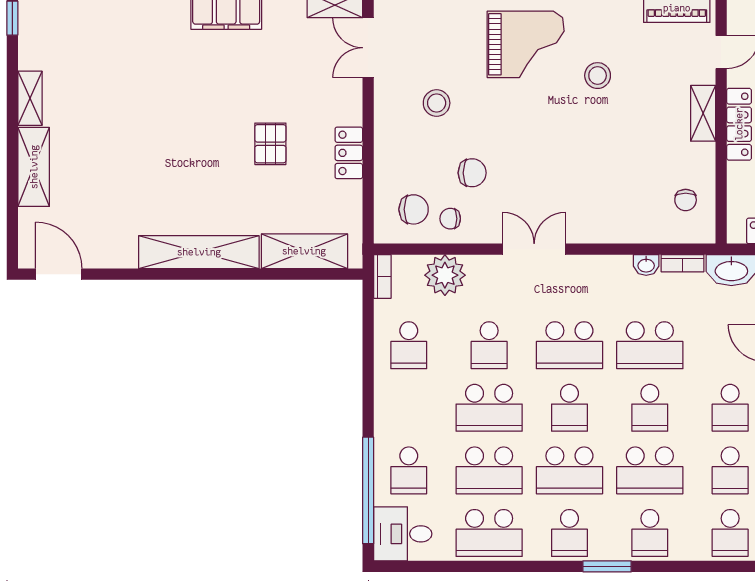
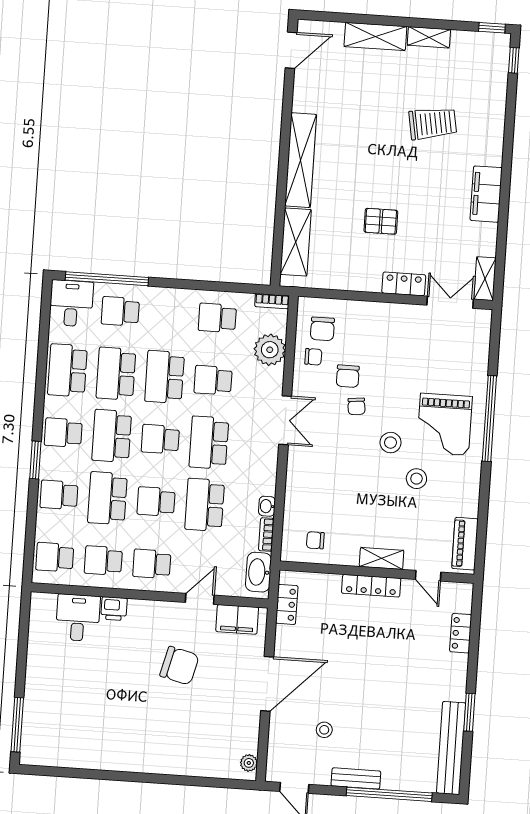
trolley: (140, 86) -> (433, 123), added
stool: (437, 103) -> (391, 443), moved
locker: (349, 153) -> (404, 284), moved
chair: (510, 159) -> (356, 406), added
chair: (450, 219) -> (313, 357), turned 90

